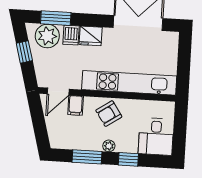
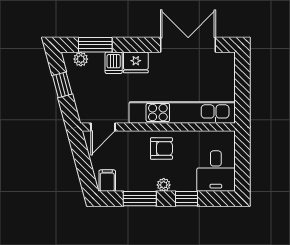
plant: (47, 36) -> (81, 59), width x0.53, depth x0.53
filing cabinet: (76, 105) -> (107, 181), moved, turned 180
armchair: (109, 114) -> (161, 149), turned -146

